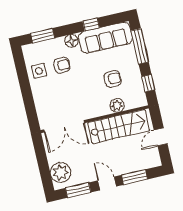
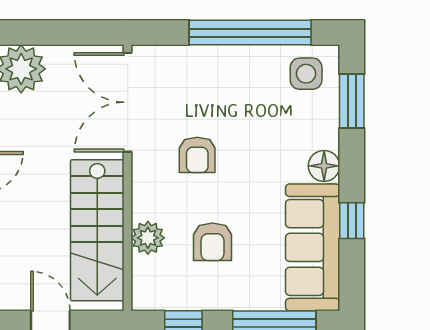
armchair: (62, 65) -> (197, 155), moved
side table: (39, 71) -> (306, 74), moved
window: (24, 83) -> (250, 33), added

